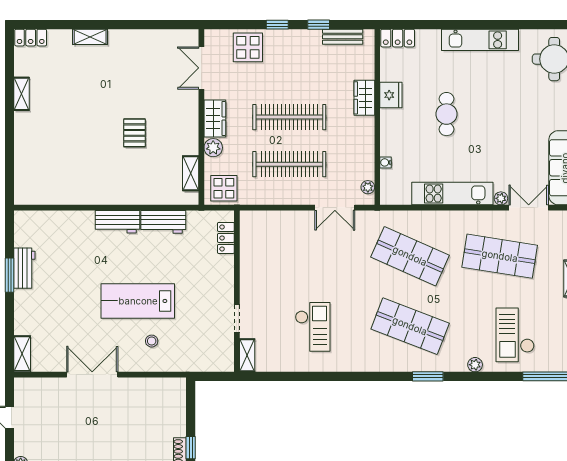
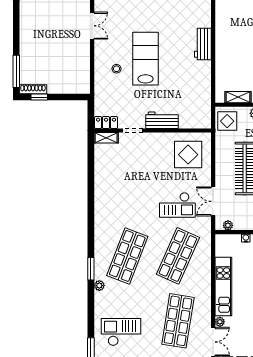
workbench: (163, 222) -> (162, 120), moved, turned 90
locker: (226, 238) -> (106, 122), moved
display table: (270, 242) -> (188, 155), added
checkout: (313, 327) -> (177, 205), moved
plant: (475, 365) -> (99, 286), moved
double door: (92, 375) -> (92, 26), width x0.73

